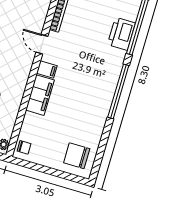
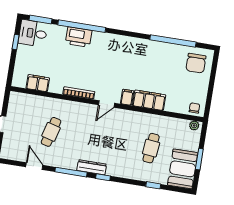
printer: (121, 34) -> (79, 37), moved
window: (118, 91) -> (173, 41), moved

